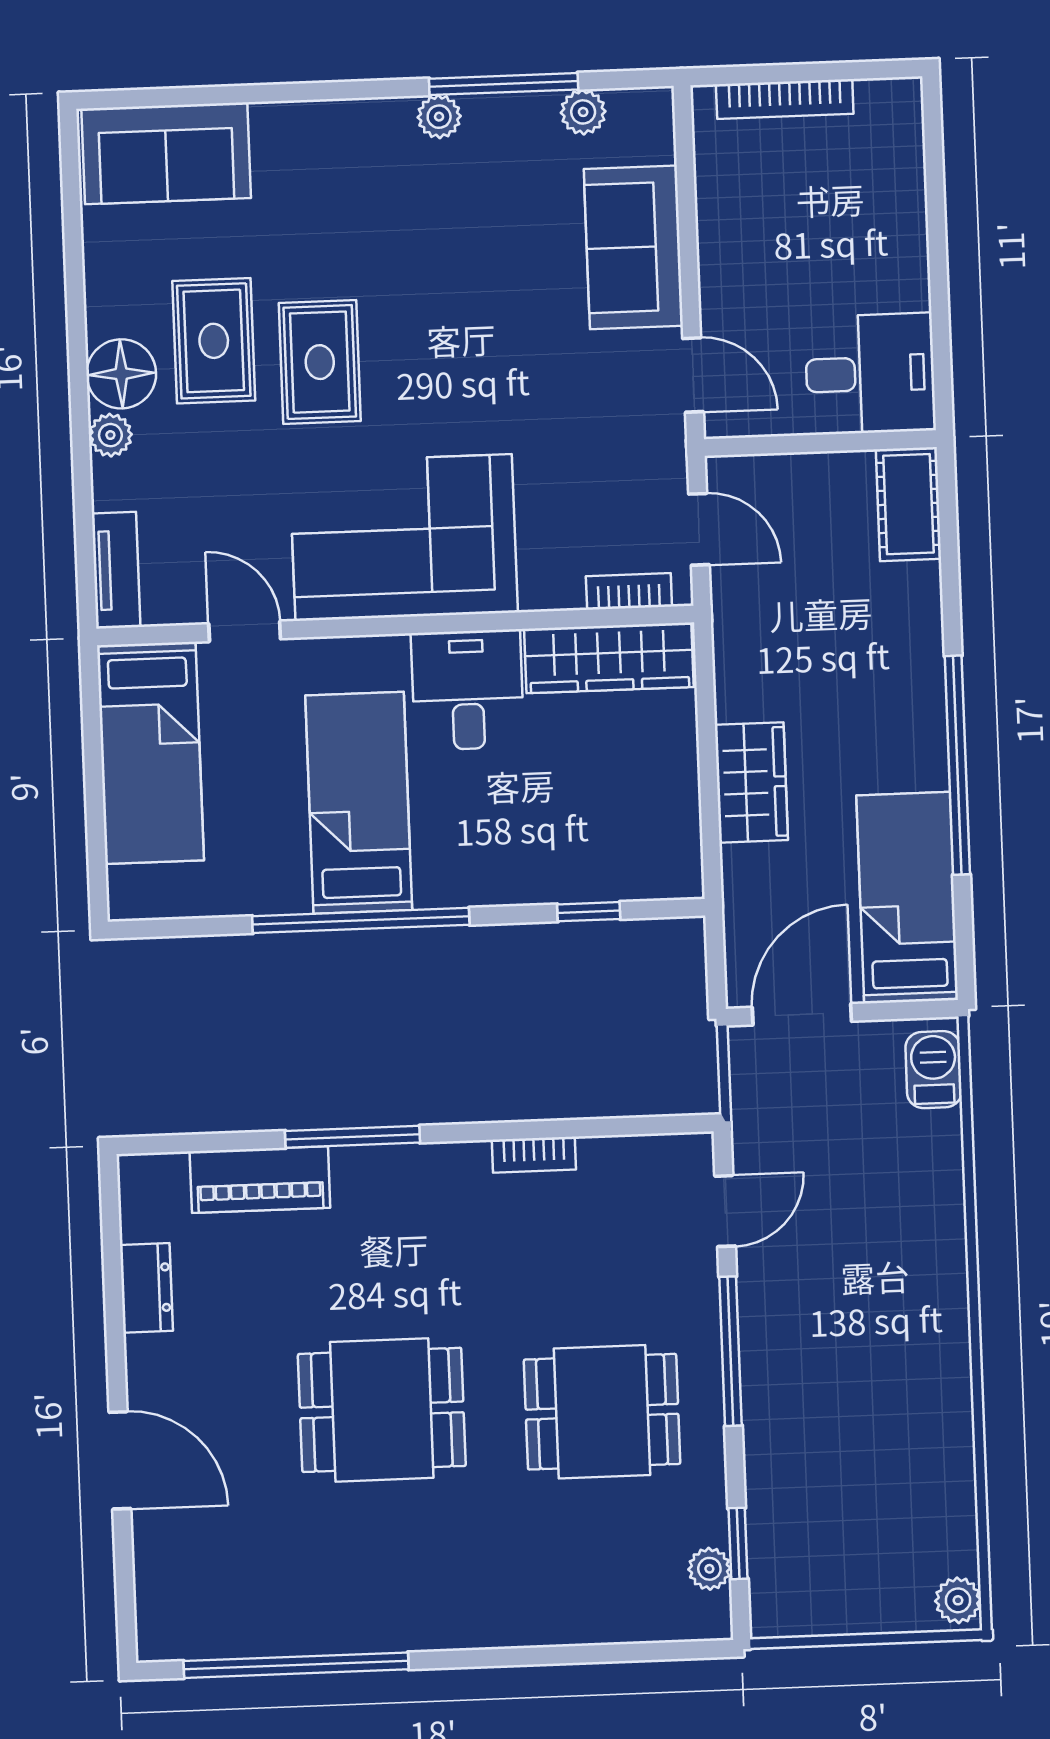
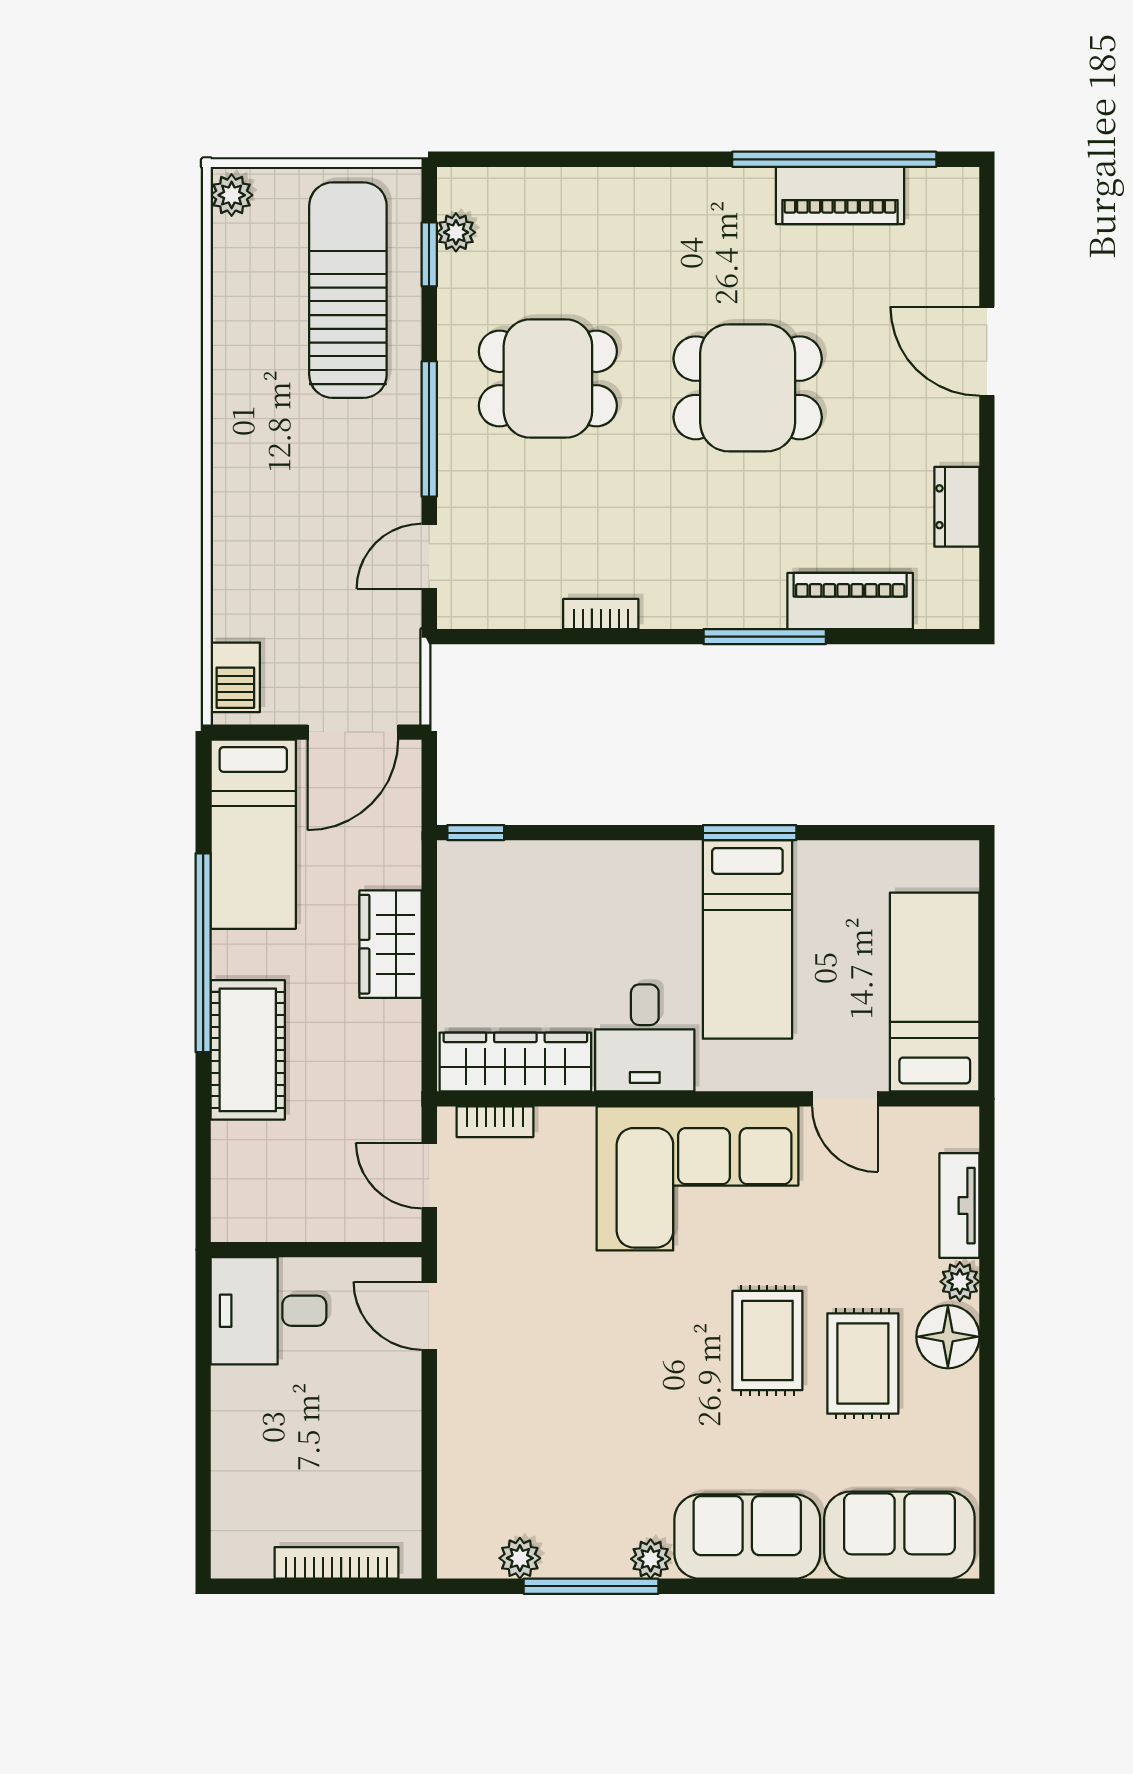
sofa: (633, 247) -> (747, 1537), moved, turned -90
cot: (908, 504) -> (248, 1050), moved, width x1.37, depth x1.34
tv unit: (116, 570) -> (959, 1206), moved
window: (589, 912) -> (476, 833), moved
window: (361, 920) -> (750, 833), width x0.47
sun lounger: (826, 1501) -> (348, 290), added
piano: (288, 1626) -> (840, 195), added

